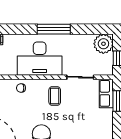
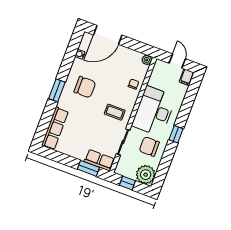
window: (54, 29) -> (176, 134), width x0.46
chair: (75, 50) -> (149, 146), added

